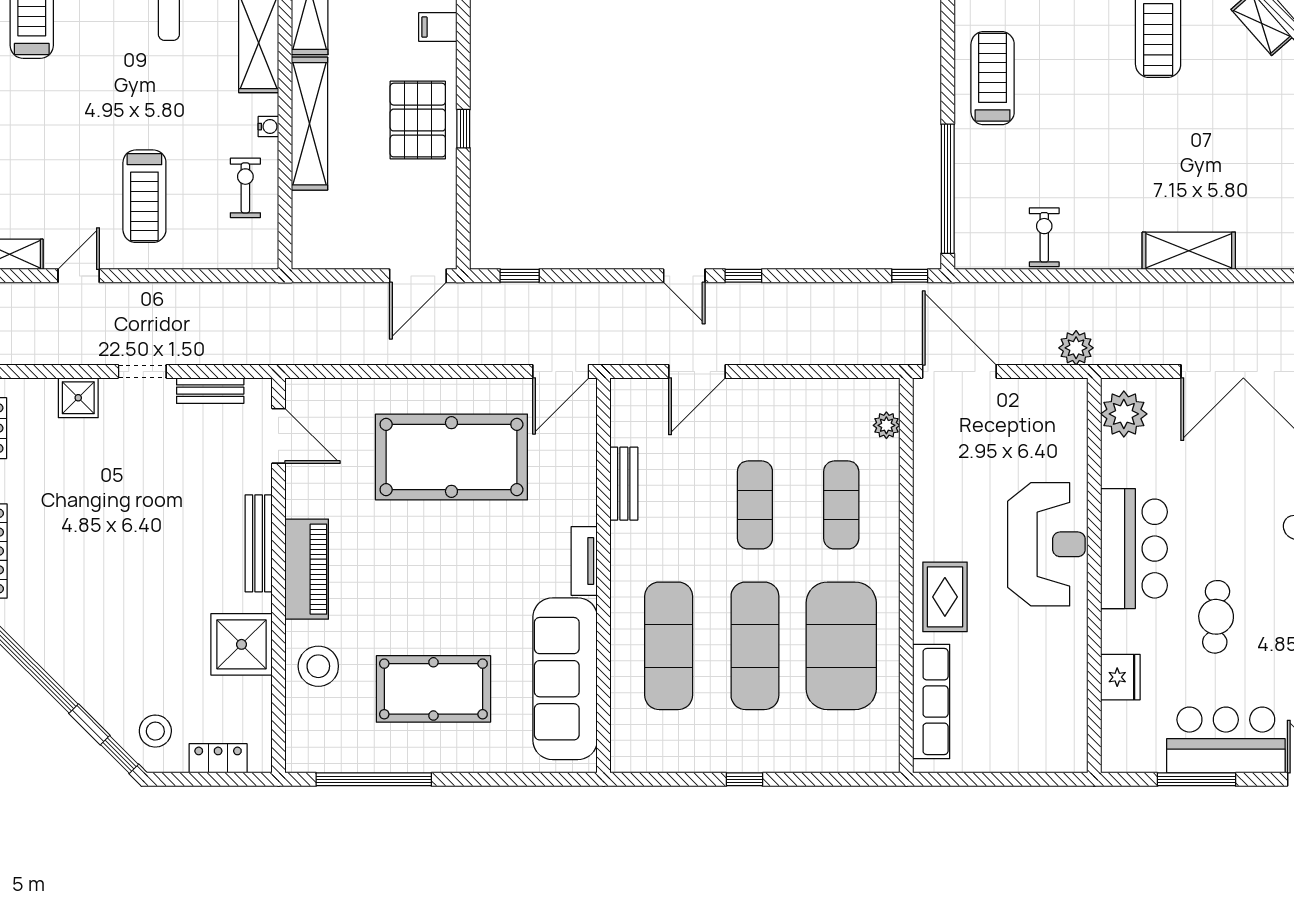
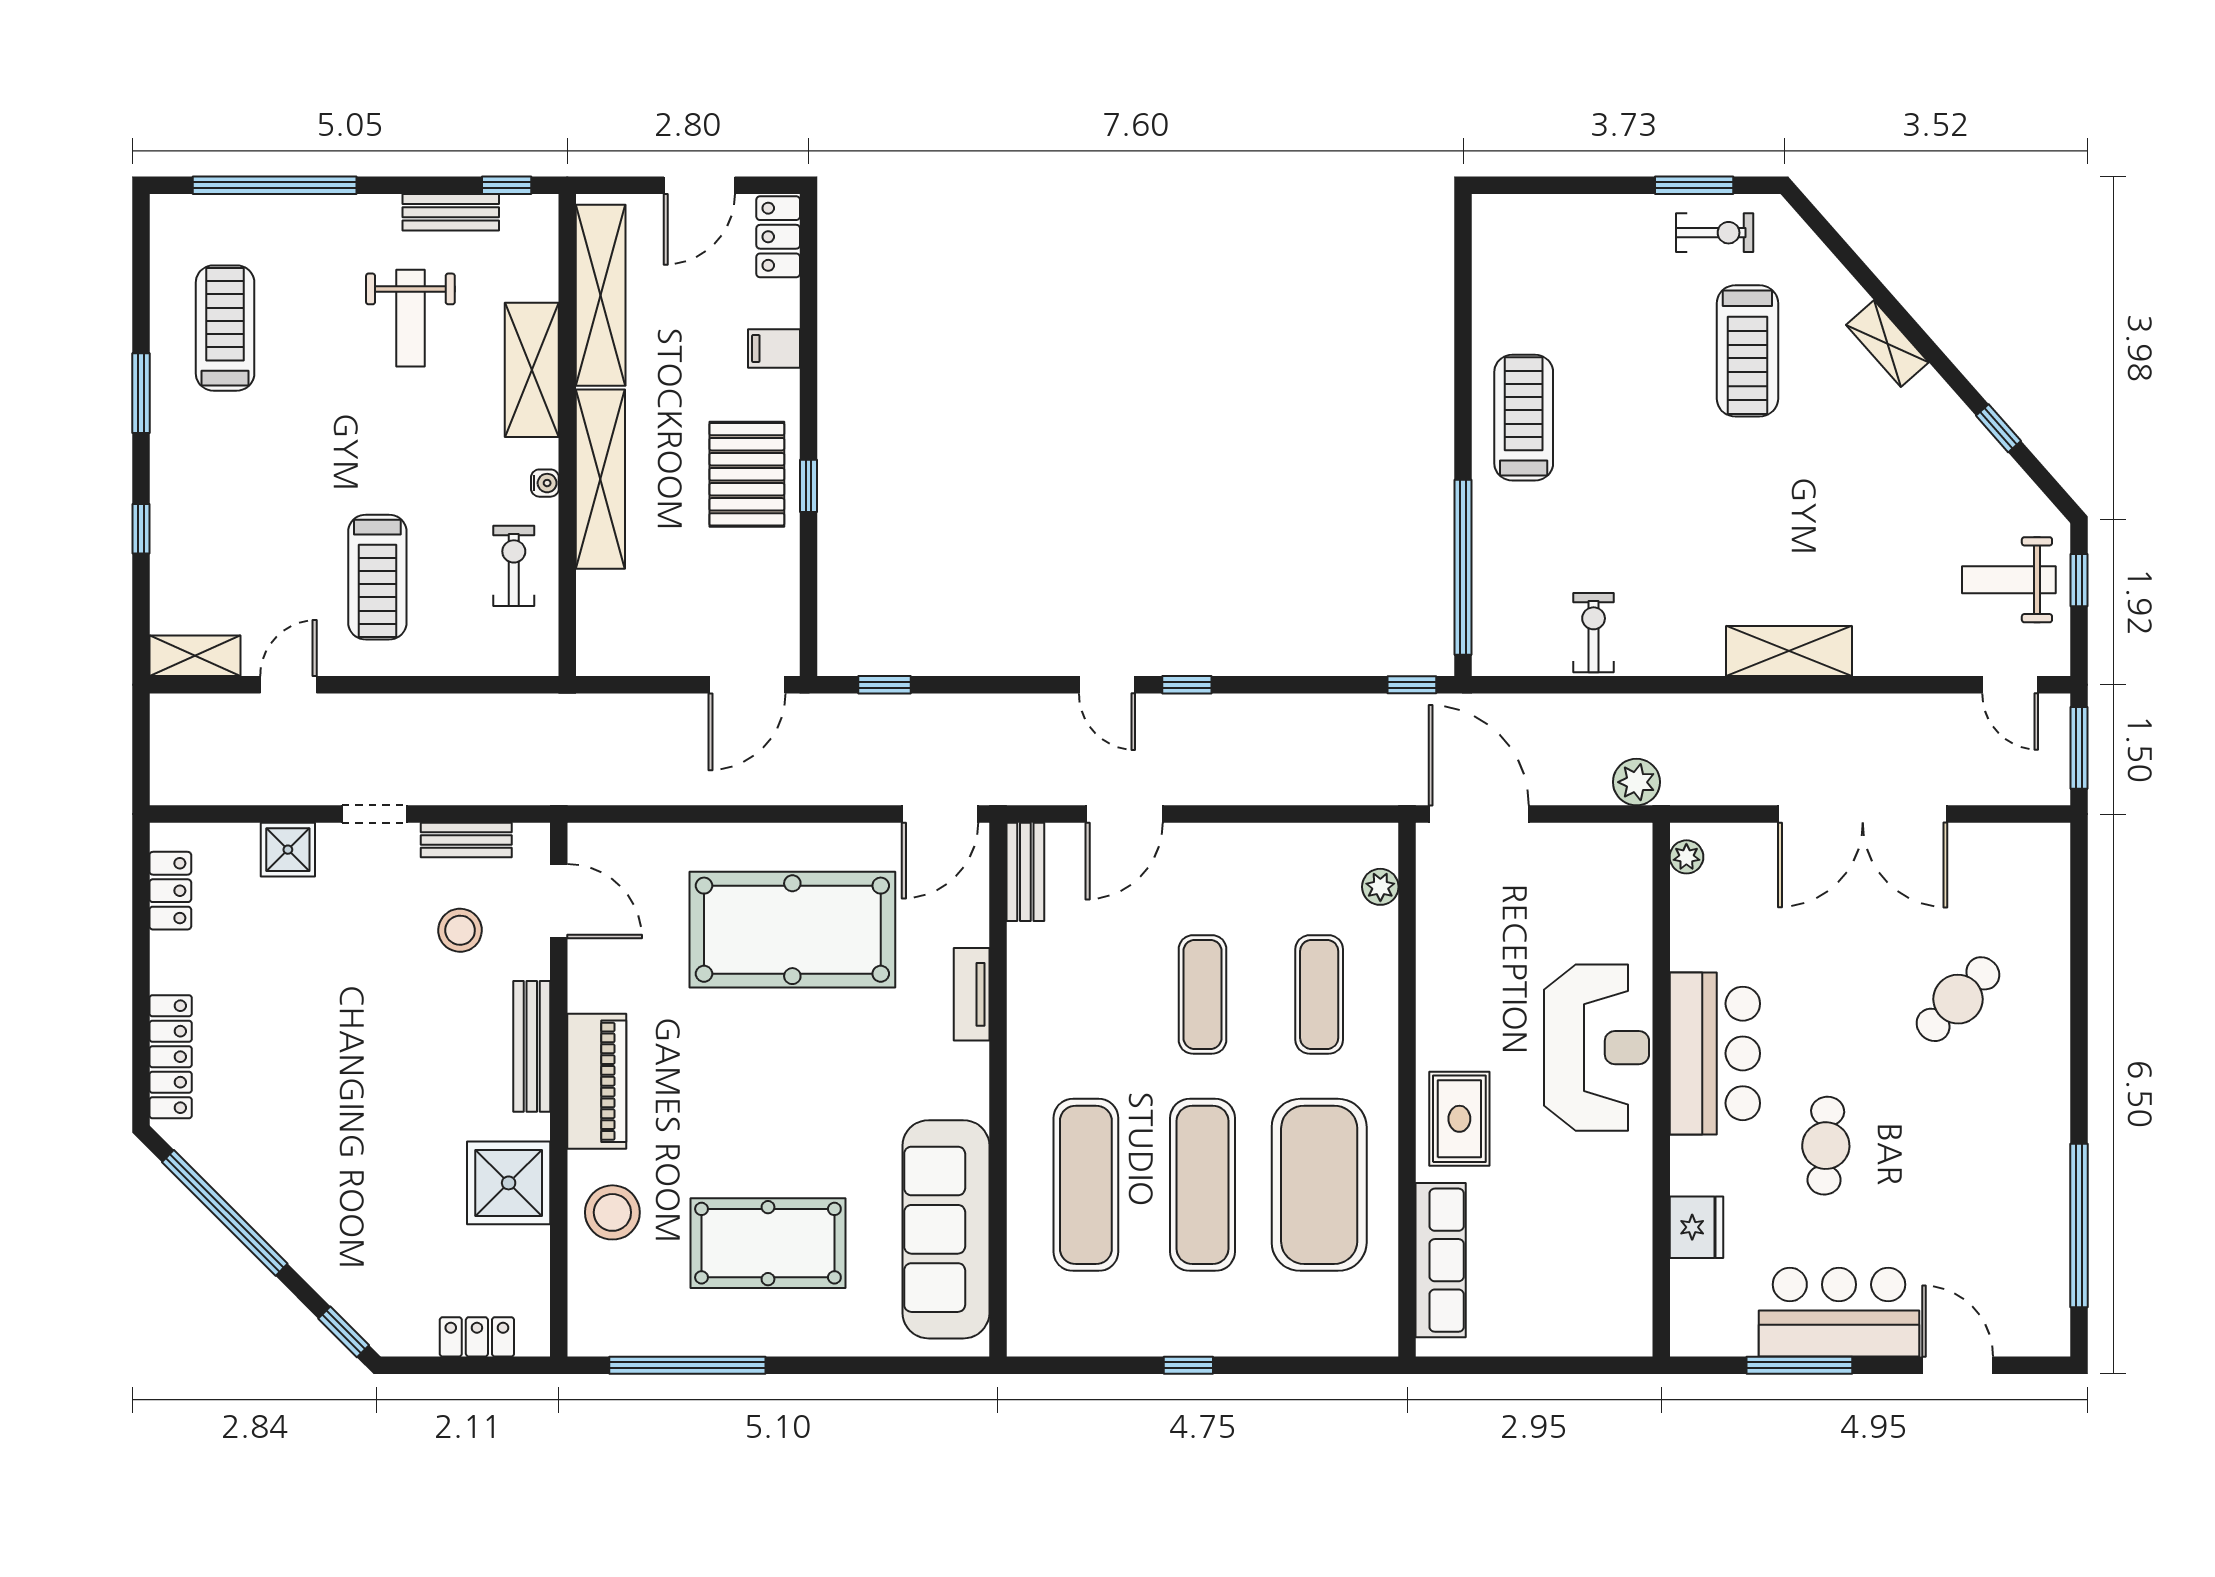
plant: (1124, 414) -> (1686, 857), width x0.53, depth x0.53
bench: (624, 484) -> (1025, 872), moved
tv unit: (584, 561) -> (972, 994), moved
stool: (155, 731) -> (460, 930), moved

